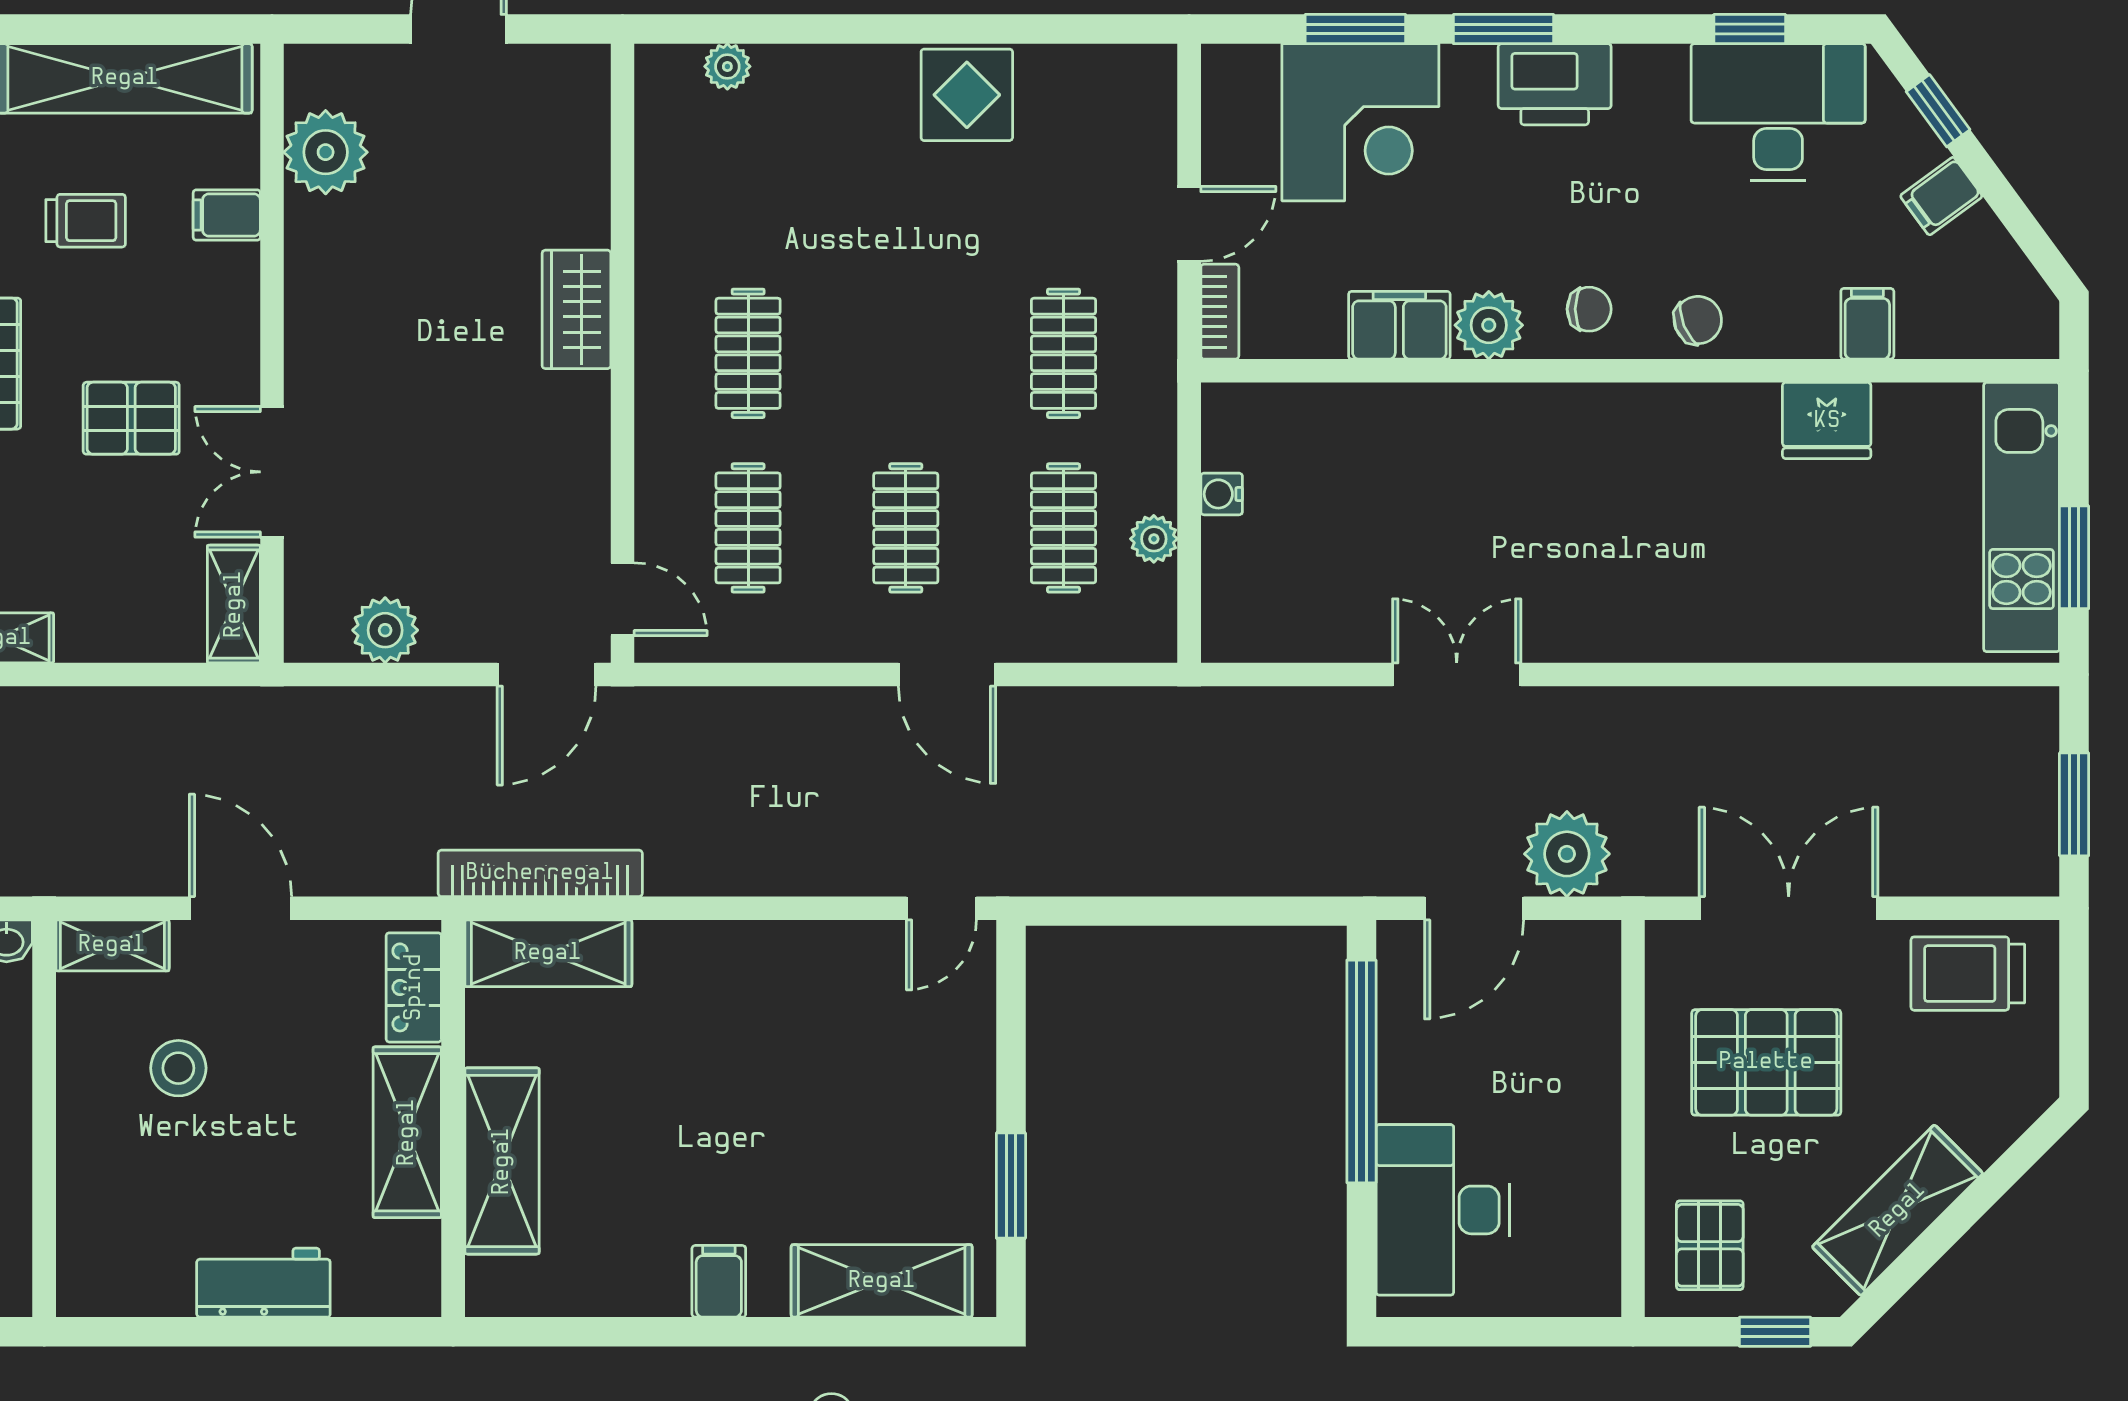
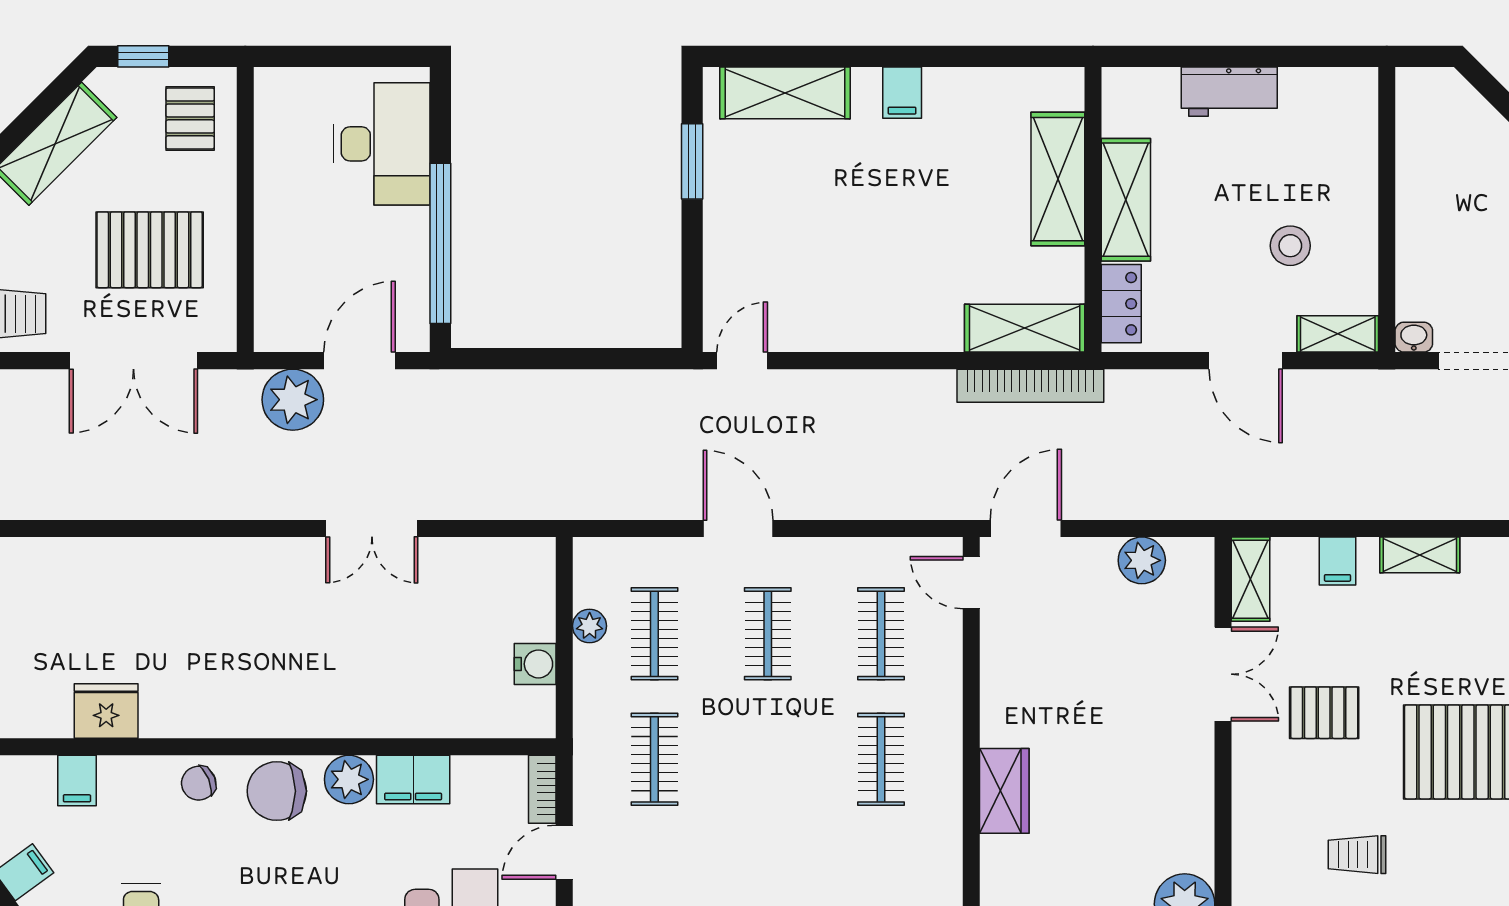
filing cabinet: (227, 215) -> (1337, 561), moved, turned 90
chair: (1589, 309) -> (277, 791), width x1.87, depth x1.87
water cooler: (1222, 494) -> (535, 664), width x1.38, depth x1.38

